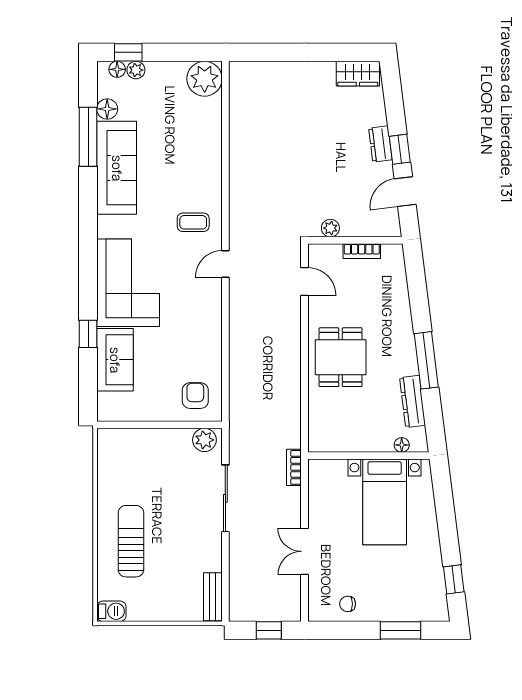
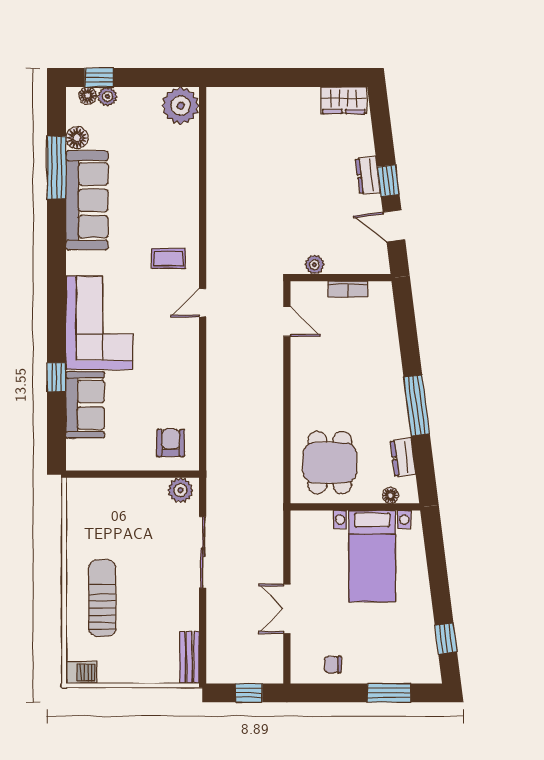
door: (405, 192) -> (394, 226), hinge flipped
dining table: (341, 357) -> (330, 463), moved
dresser: (413, 401) -> (403, 457), width x0.70
bookcase: (294, 467) -> (276, 519), removed

